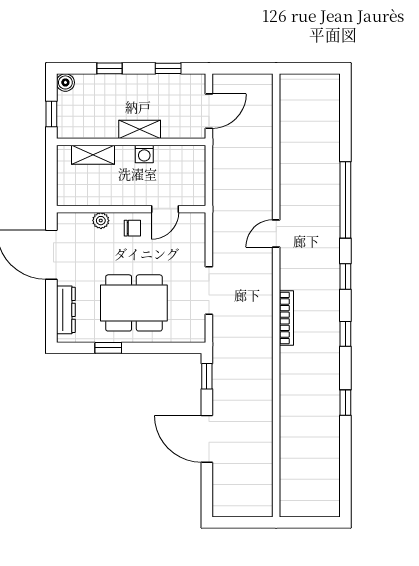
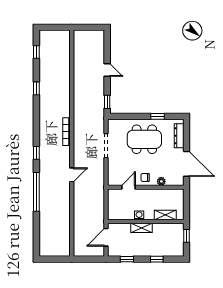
boiler: (65, 82) -> (179, 252), removed
window: (345, 334) -> (36, 52), moved
door: (207, 439) -> (107, 70), width x0.53

